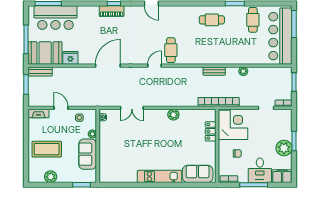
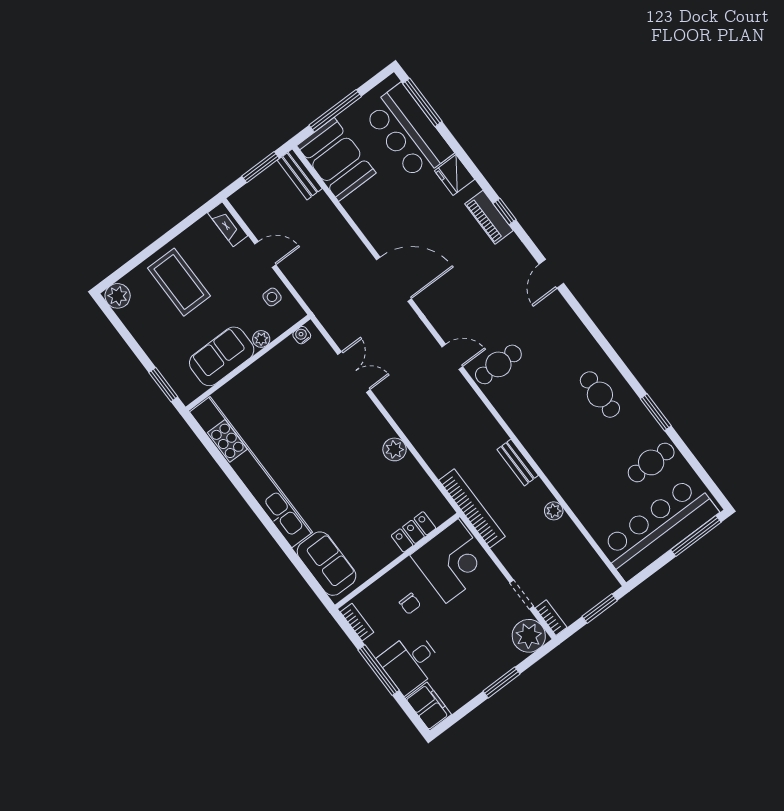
fridge: (70, 58) -> (455, 175), moved, turned 180
door: (61, 108) -> (265, 254), hinge flipped
double door: (132, 108) -> (354, 372), swing flipped
plant: (284, 148) -> (529, 636), moved
kitchen unit: (160, 176) -> (251, 472), width x1.86
plant: (51, 177) -> (118, 296), moved

